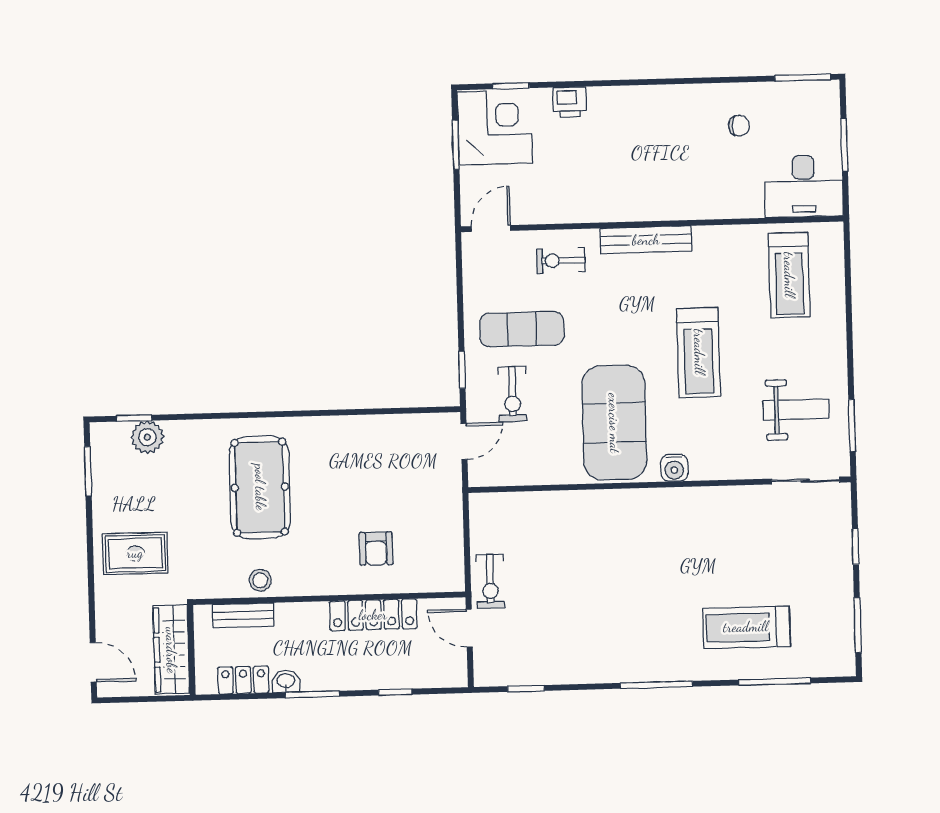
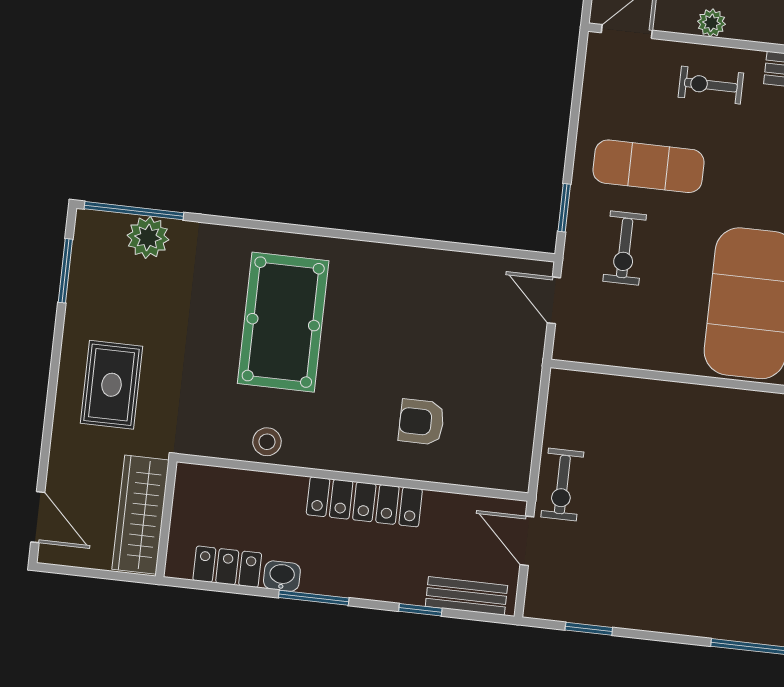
plant: (555, 213) -> (711, 23), added
window: (134, 418) -> (134, 211), width x2.17
door: (464, 442) -> (554, 300), swing flipped
armchair: (376, 549) -> (422, 422), turned 90
rug: (135, 553) -> (112, 385), turned 90
bench: (243, 615) -> (466, 596), moved
locker: (373, 615) -> (364, 502), moved

